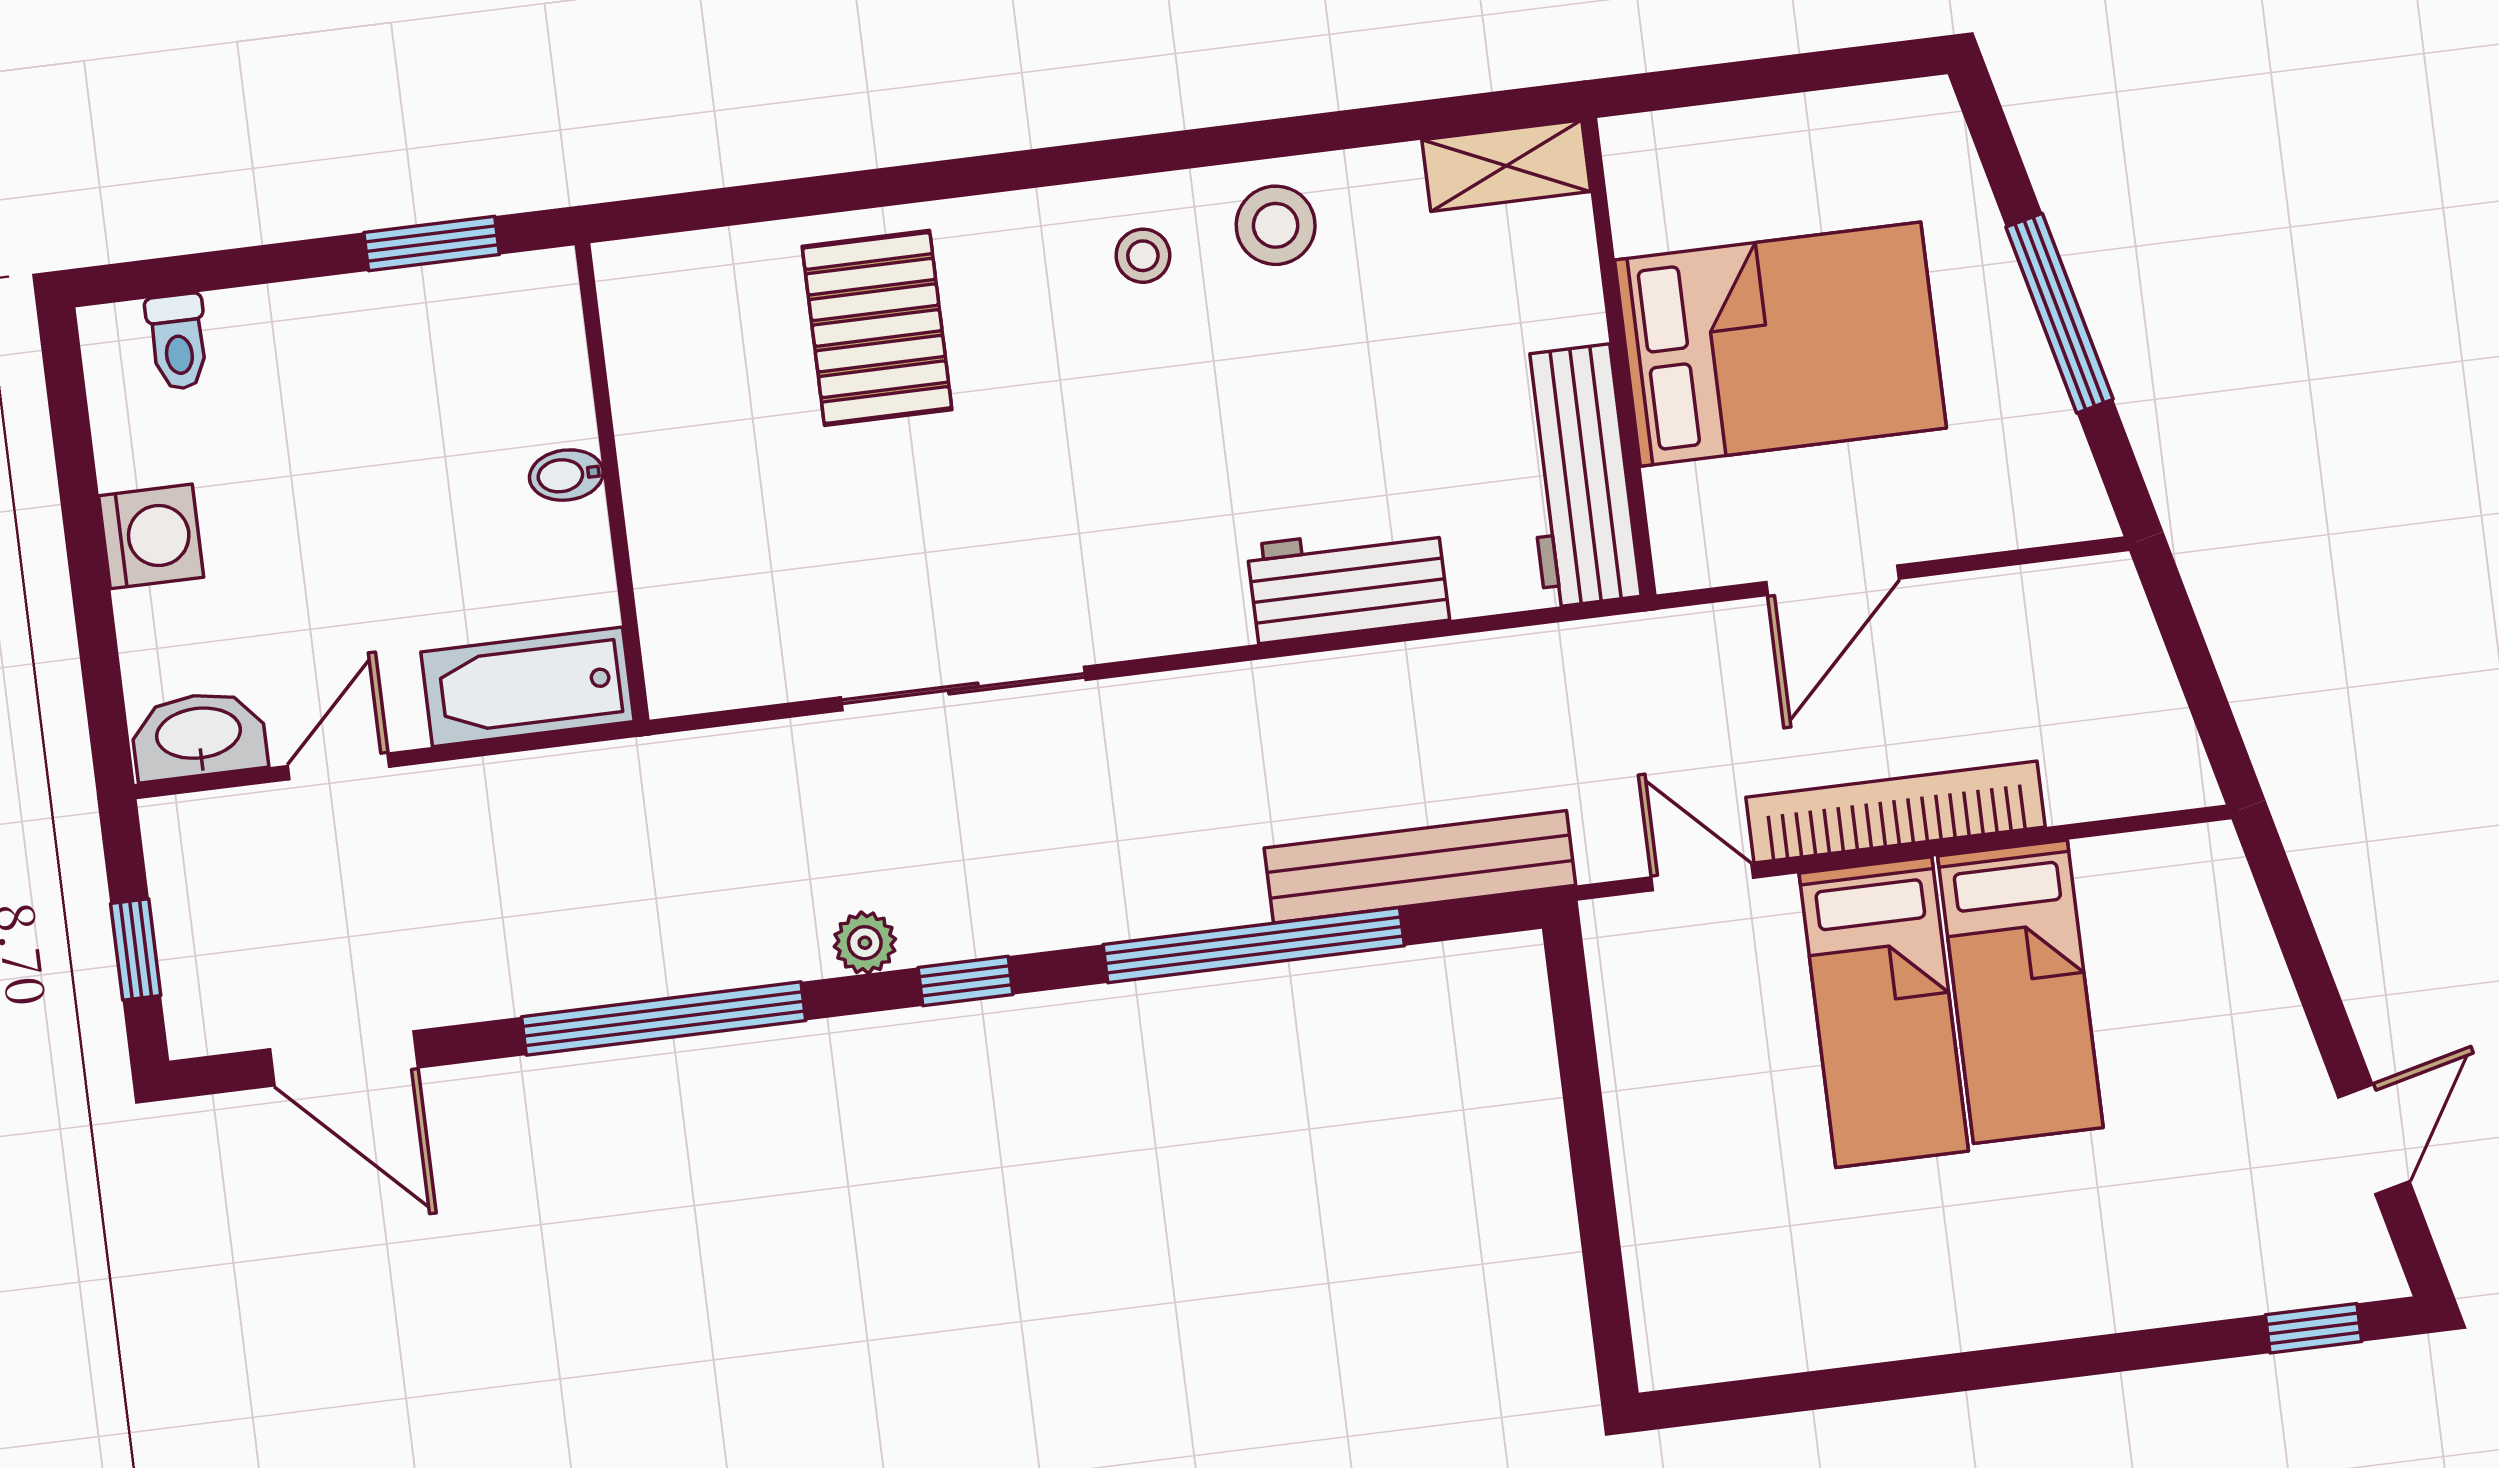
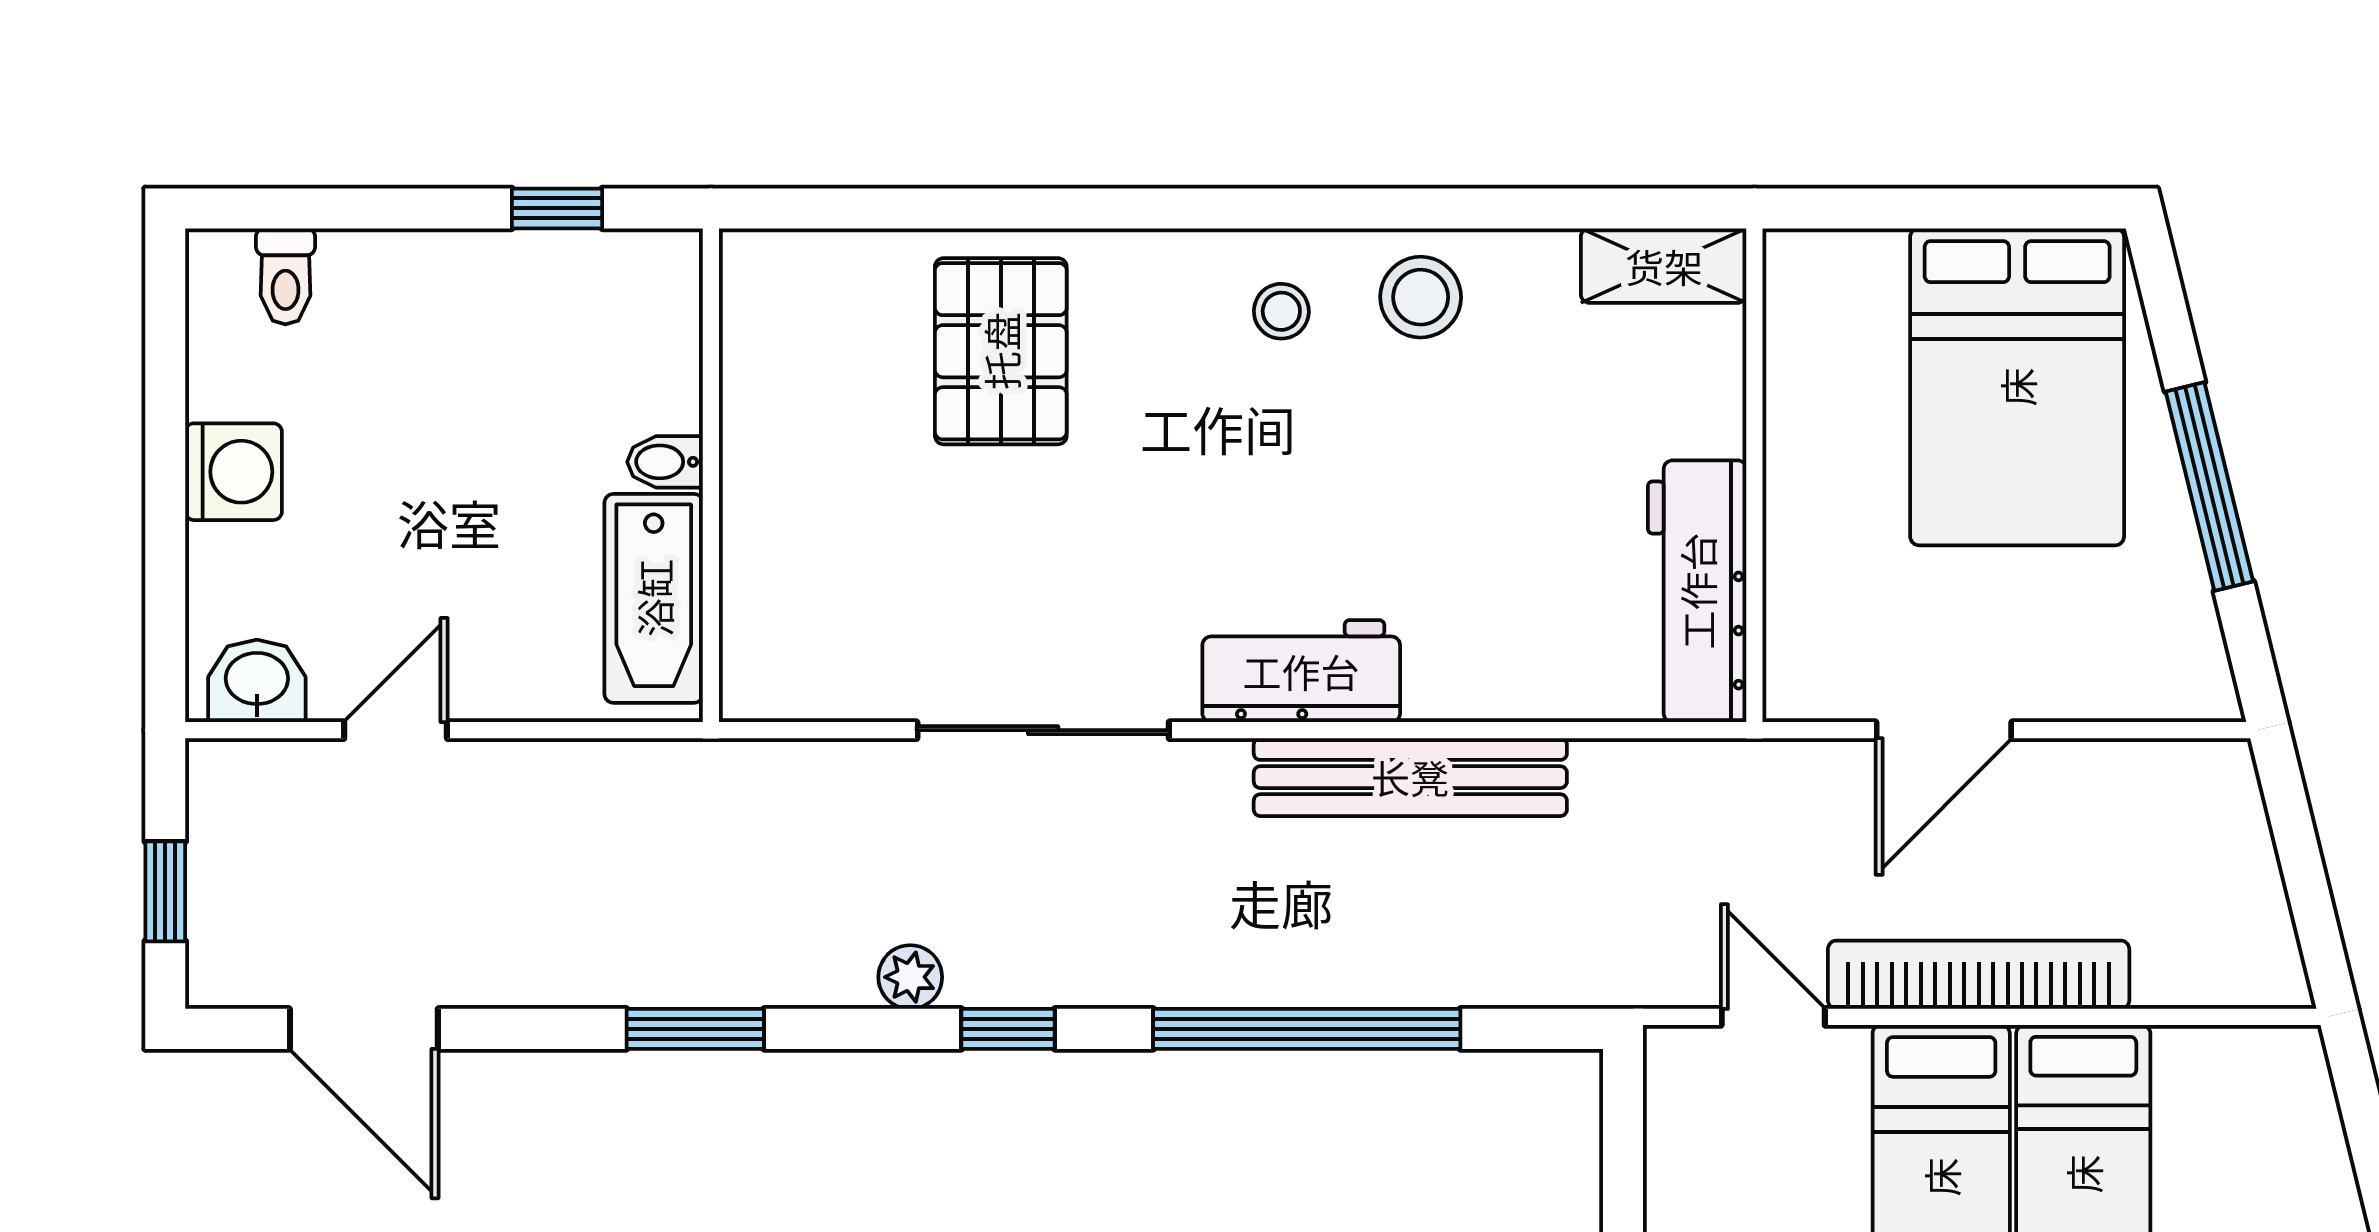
window: (432, 244) -> (557, 208), width x0.67
bed: (1781, 344) -> (2017, 387), moved, turned 90
workbench: (1348, 583) -> (1301, 671), moved
bathtub: (528, 687) -> (654, 598), moved, turned -90
washbasin: (199, 736) -> (257, 681), width x0.72
bench: (1420, 867) -> (1410, 777), moved
window: (664, 1019) -> (695, 1029), width x0.47

